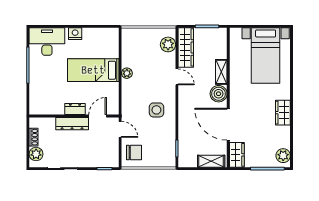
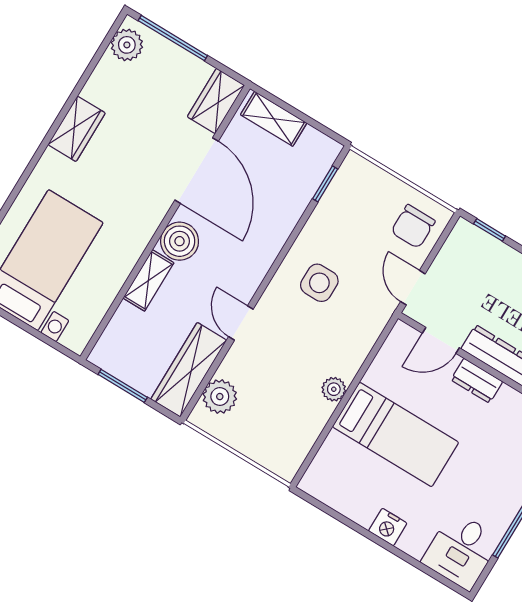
desk: (47, 42) -> (461, 550), width x0.73
chair: (134, 153) -> (413, 226), turned -90

